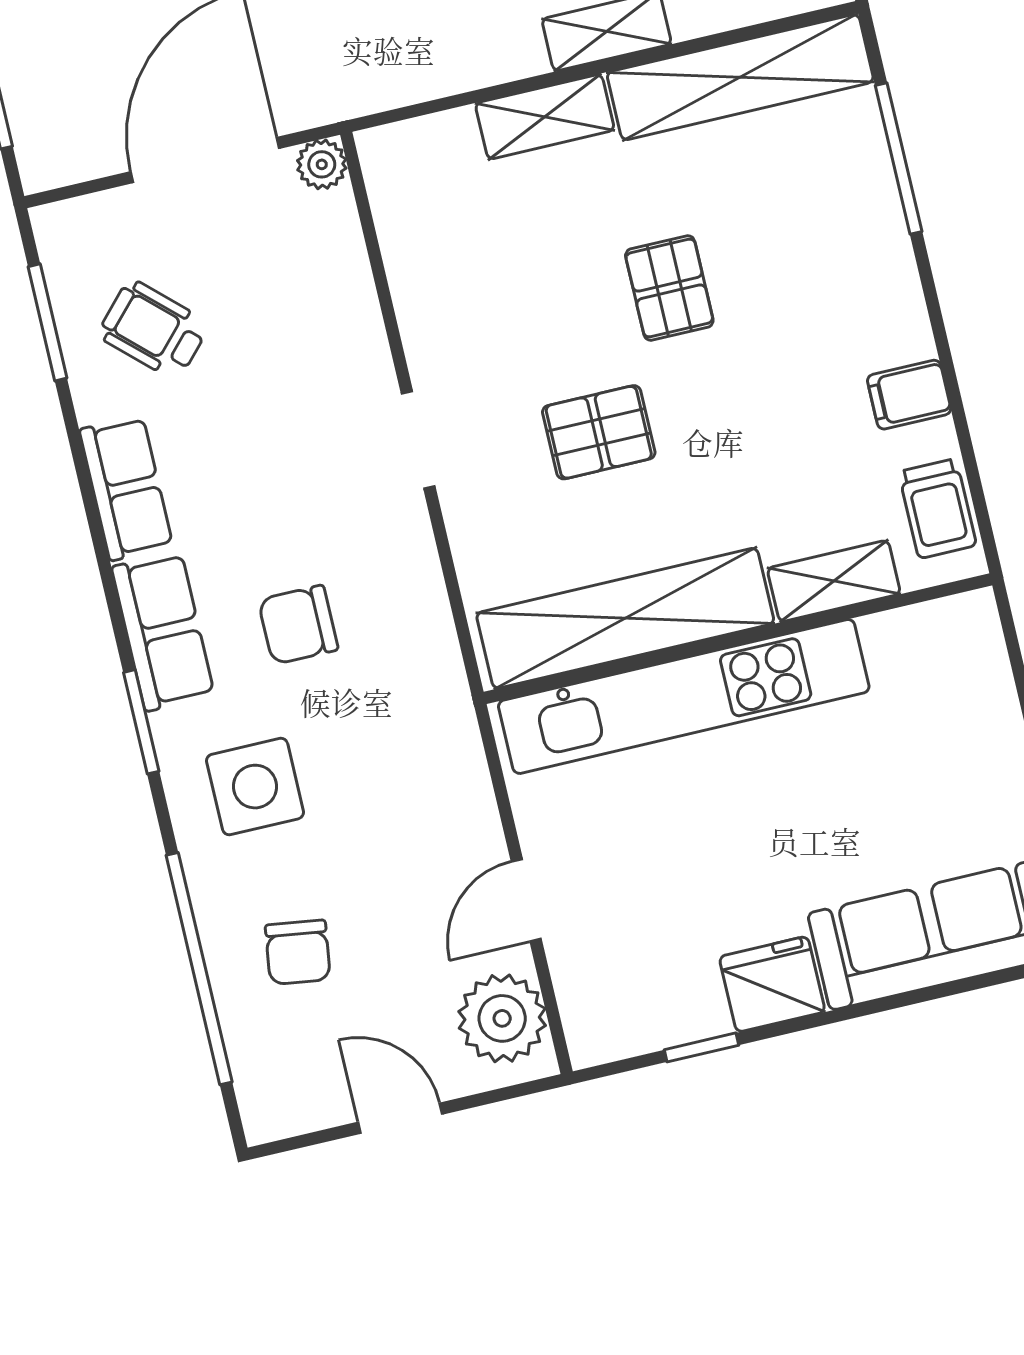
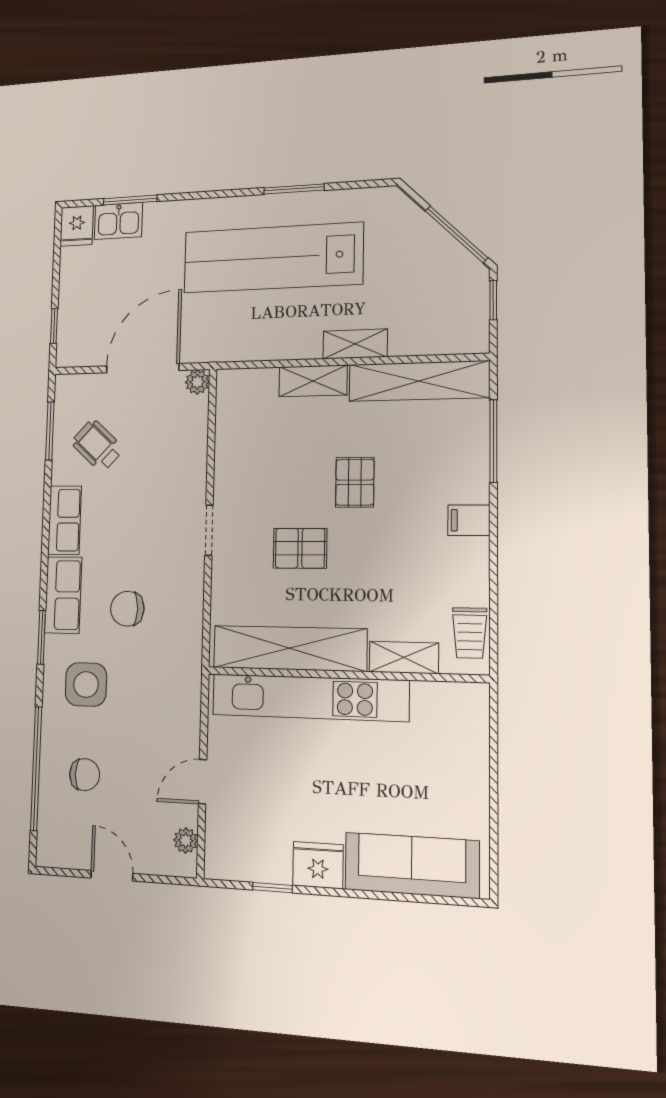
filing cabinet: (909, 395) -> (469, 520), moved
chair: (298, 952) -> (85, 775), turned -98
plant: (502, 1018) -> (186, 841), width x0.53, depth x0.53

